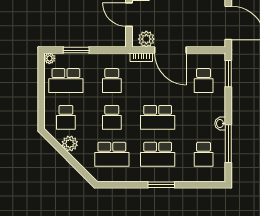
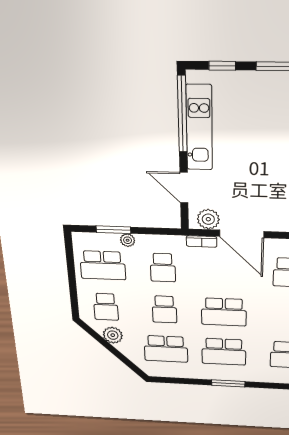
plant: (49, 58) -> (128, 240), moved

